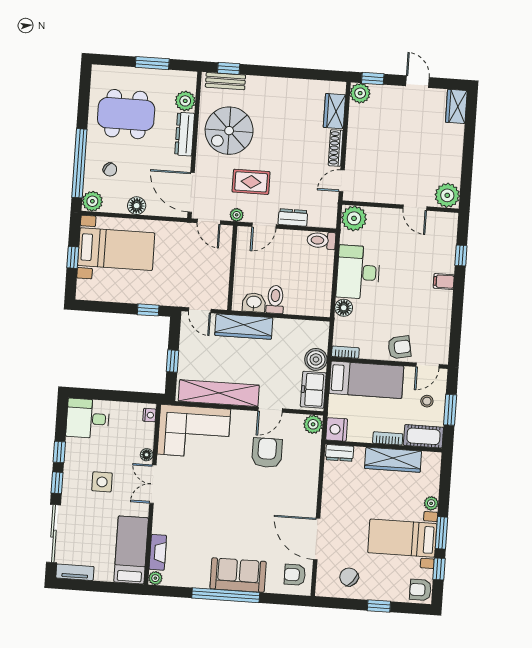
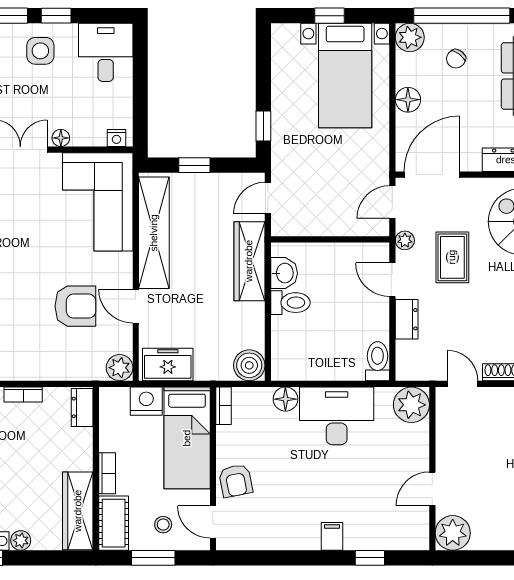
boiler: (316, 359) -> (249, 365), moved
nightstand: (337, 429) -> (146, 401), moved
wardrobe: (393, 460) -> (78, 511), moved
side table: (102, 482) -> (40, 51), moved
bookcase: (327, 494) -> (23, 394), added

